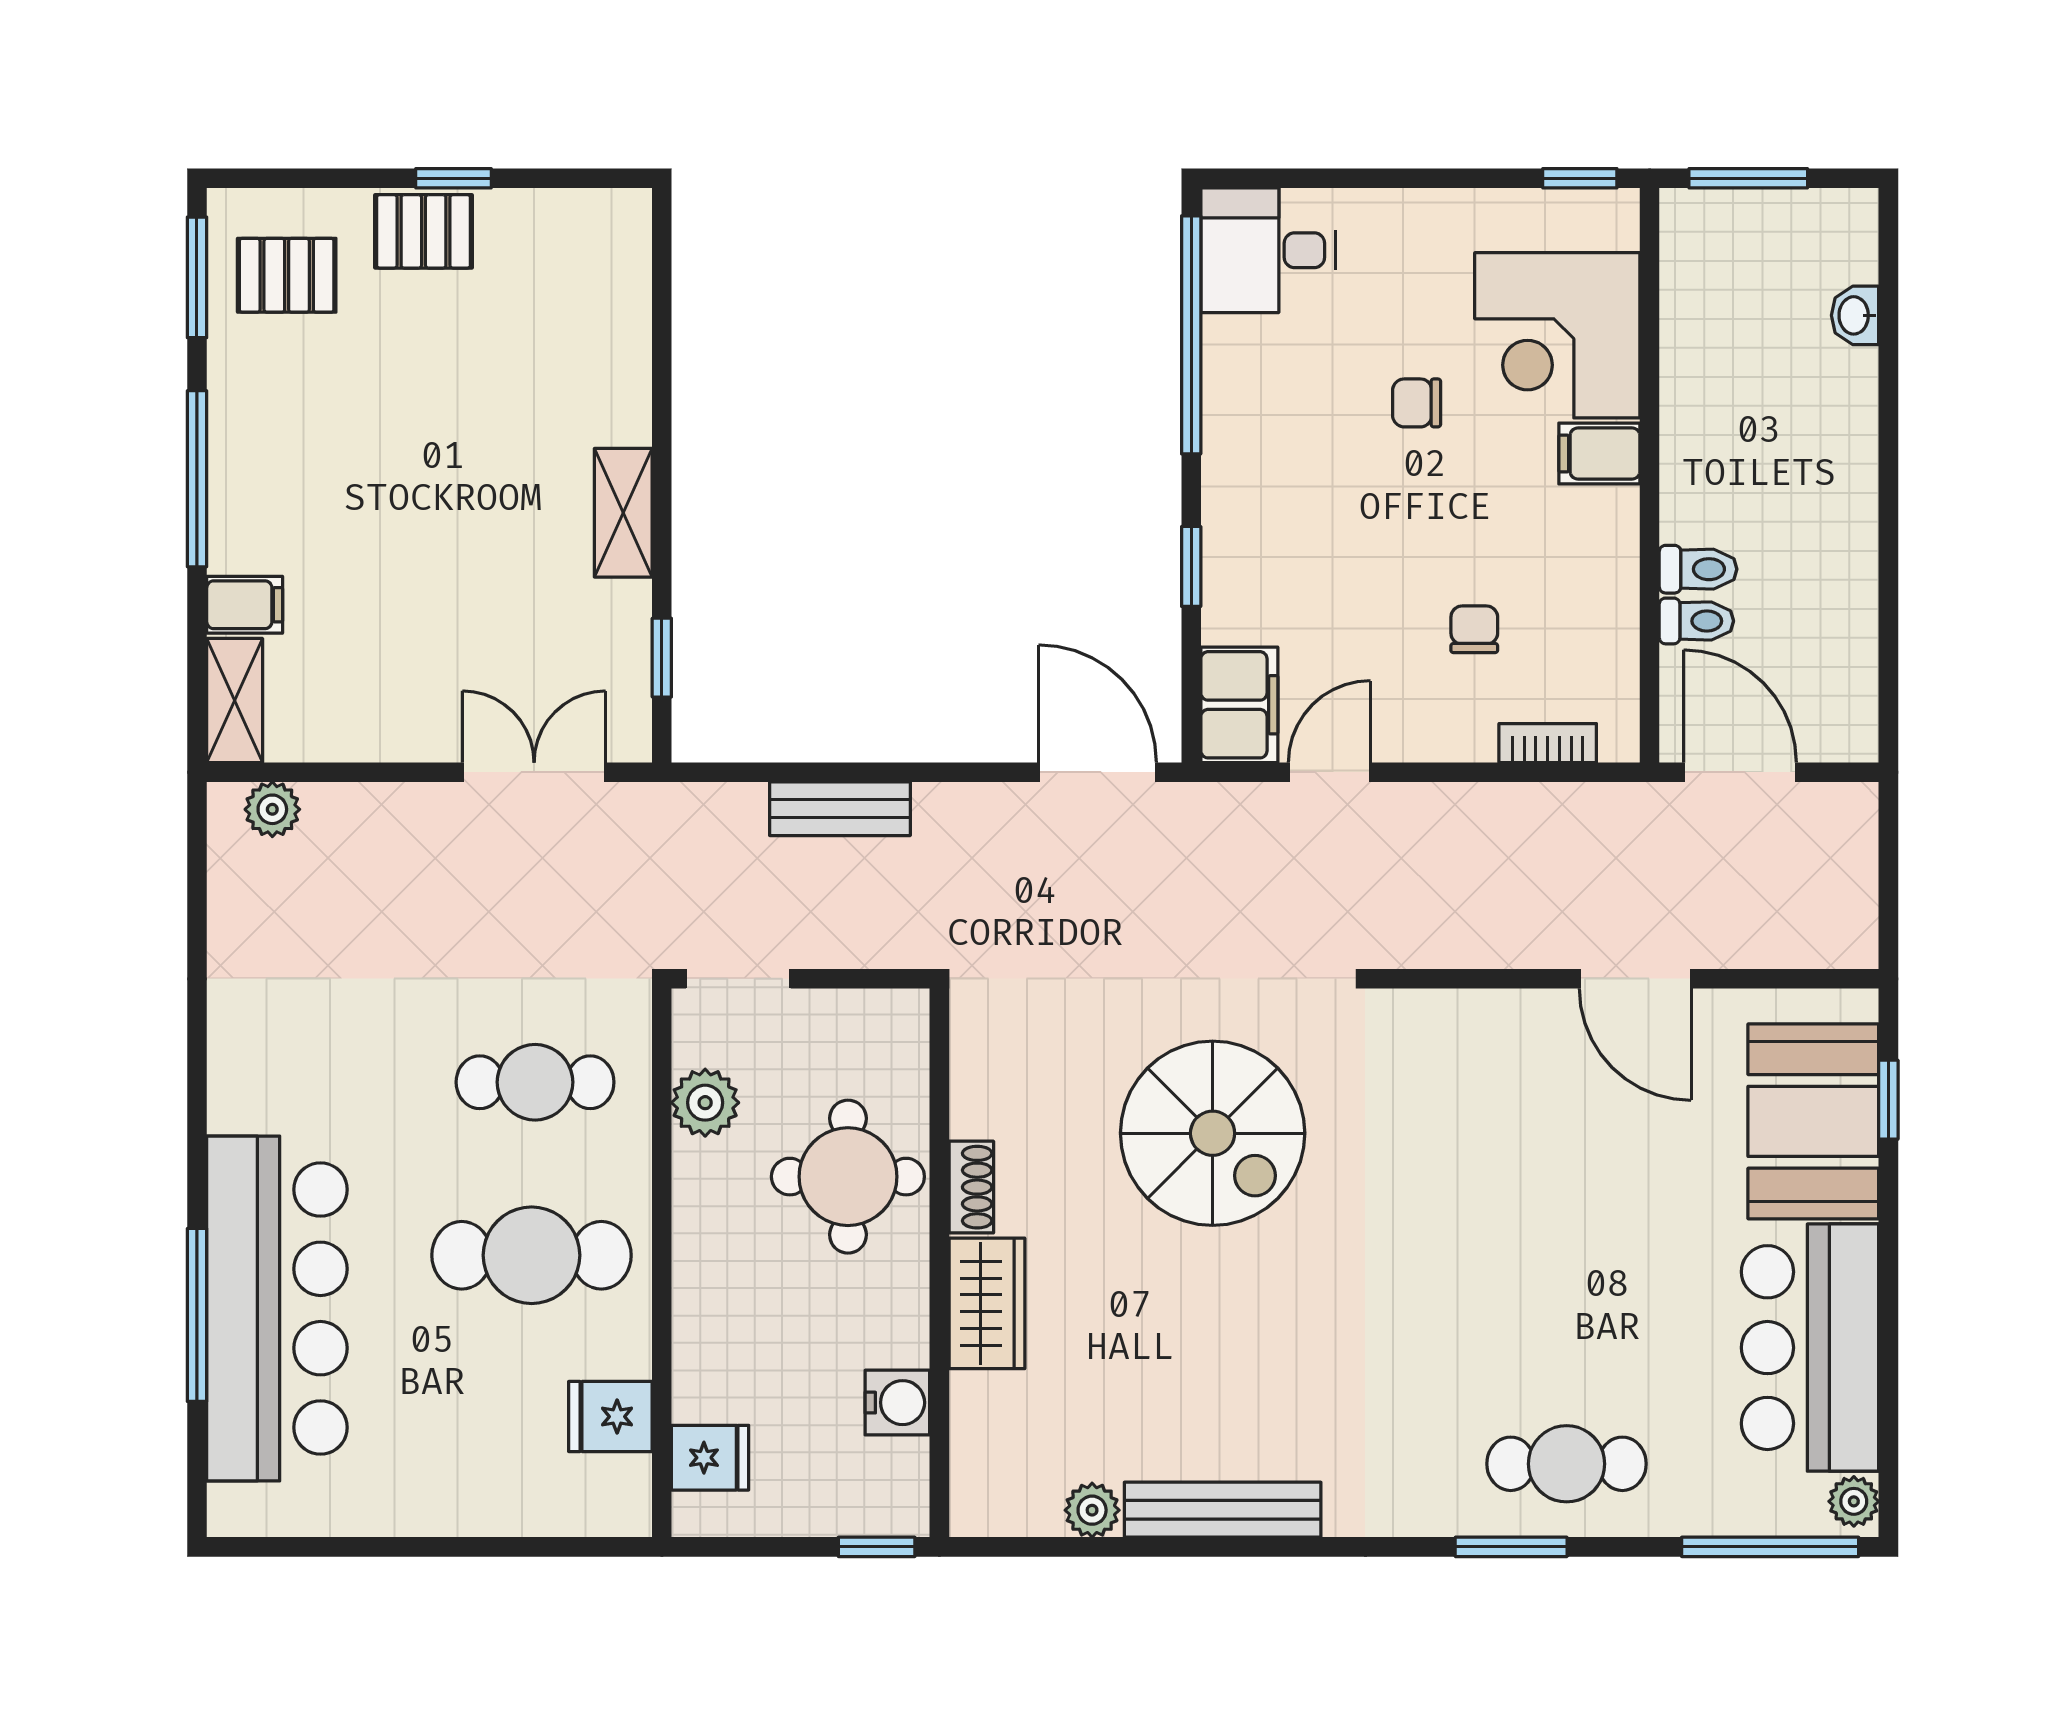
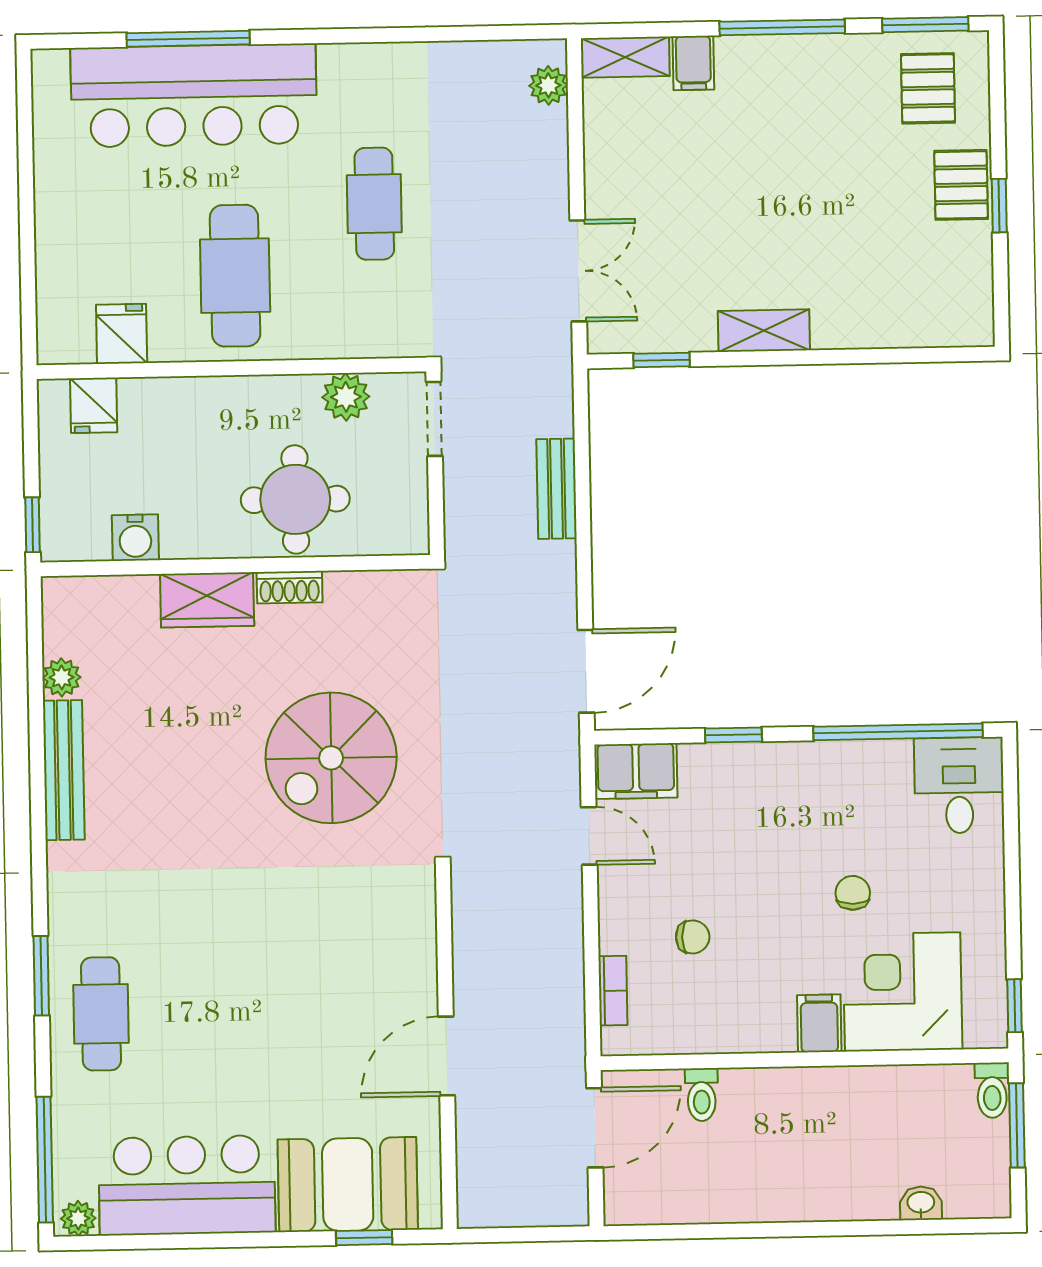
toilet: (1698, 569) -> (992, 1090), moved
cafe table: (535, 1082) -> (374, 204), moved

